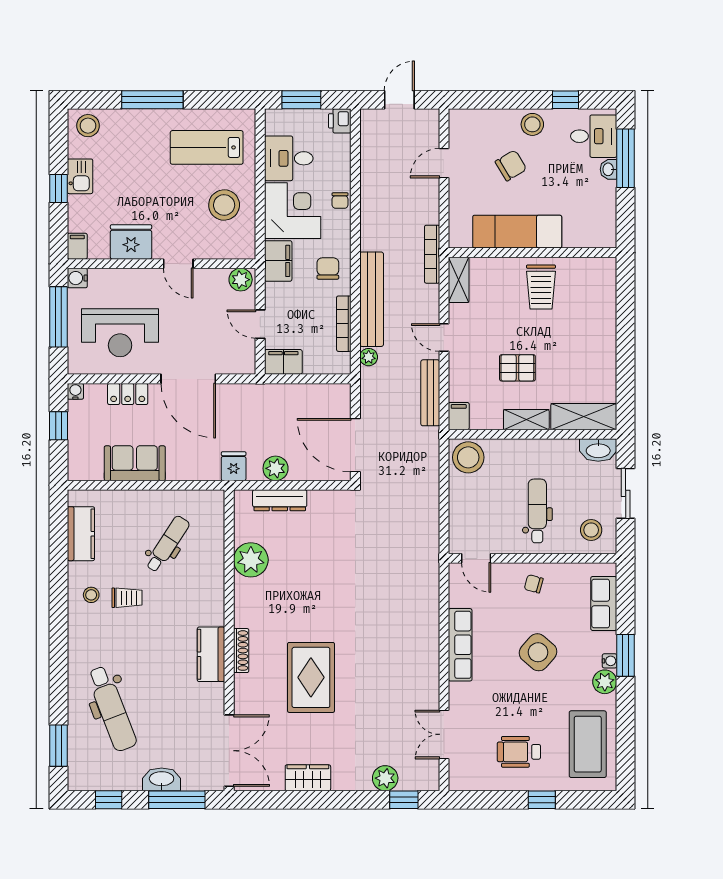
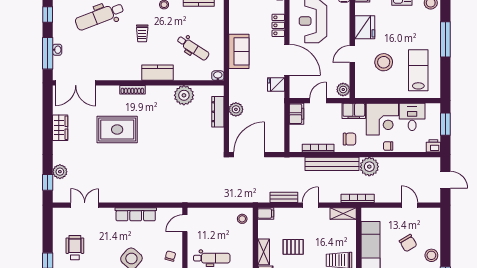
stool: (224, 205) -> (384, 62), moved
plant: (369, 357) -> (369, 167), moved, width x1.88, depth x1.88
pallet: (517, 368) -> (293, 247), turned 90
door: (188, 379) -> (287, 60), swing flipped
bench: (430, 393) -> (284, 197), width x0.73
stool: (468, 457) -> (242, 219), width x0.53, depth x0.53
sofa: (135, 463) -> (239, 51), moved
fridge: (234, 466) -> (276, 84), moved, turned 180
washbasin: (216, 500) -> (218, 76), added
trolley: (127, 598) -> (142, 33), moved
kitchen counter: (211, 654) -> (157, 73), moved
washbasin: (162, 779) -> (57, 50), width x0.52, depth x0.69

